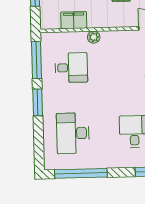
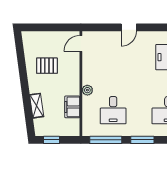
desk: (71, 68) -> (113, 110), turned 180

